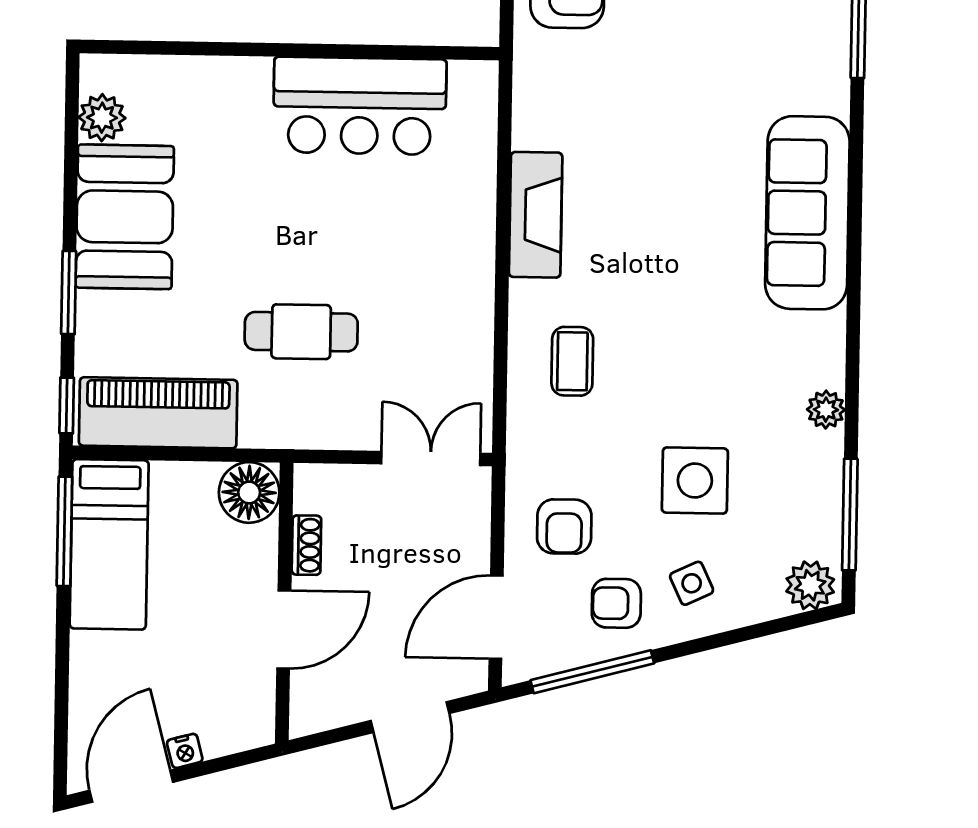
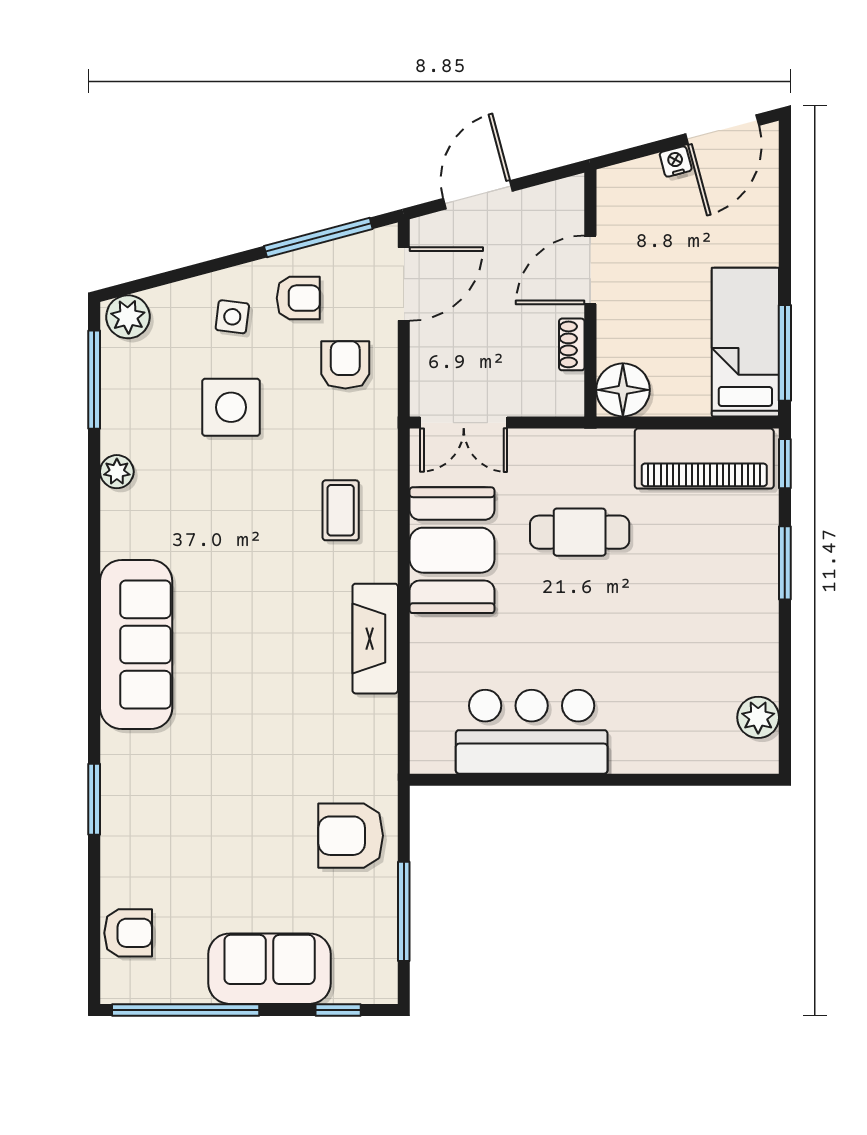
booth: (125, 217) -> (452, 550), moved
side table: (692, 583) -> (232, 317), turned 32

